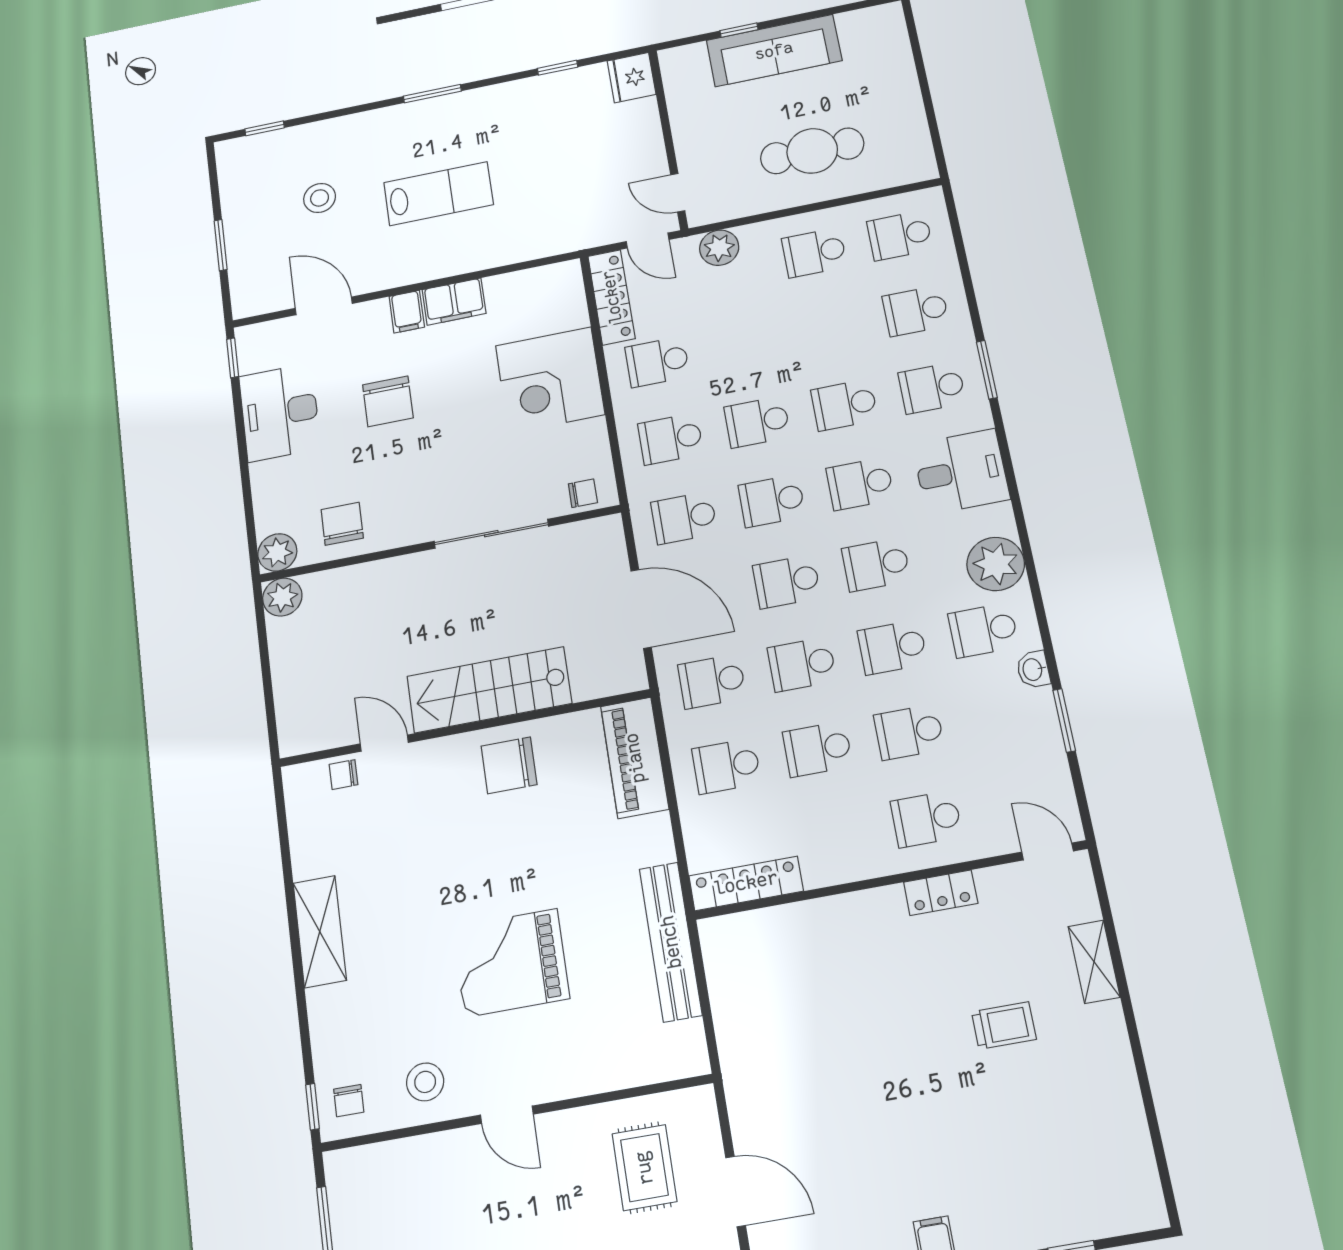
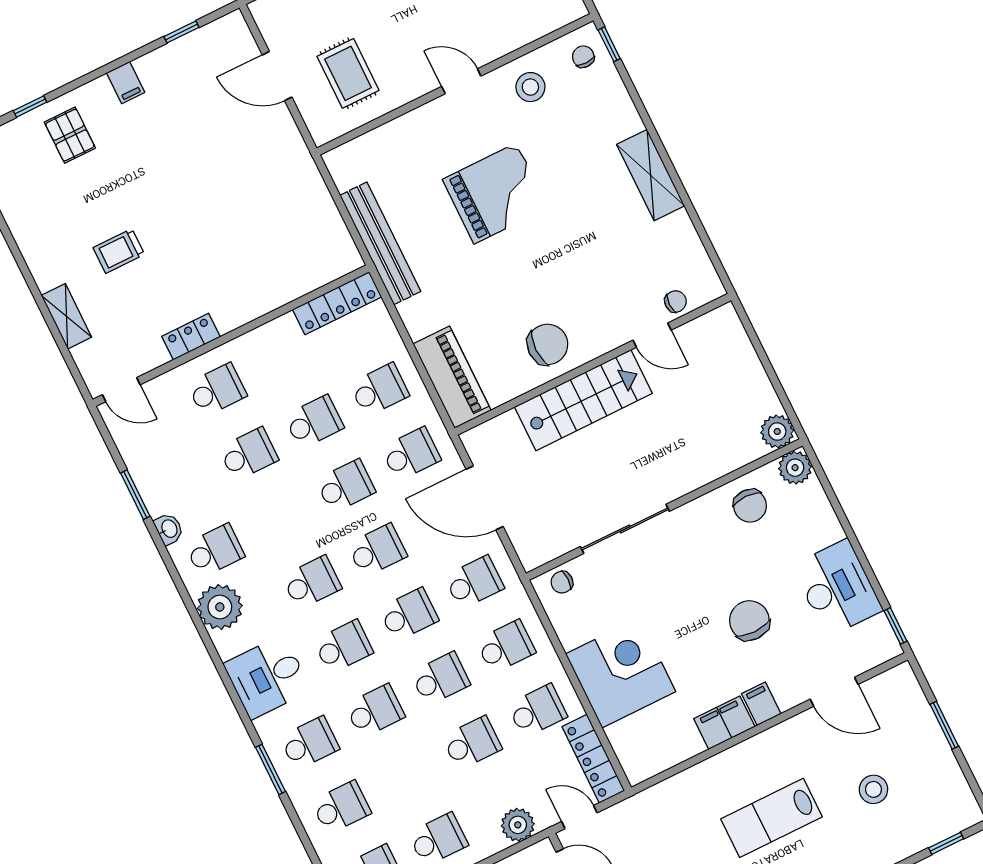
school desk: (892, 647) -> (472, 743), moved
pallet: (1028, 1195) -> (70, 135), added

